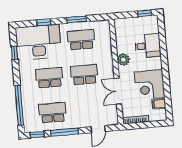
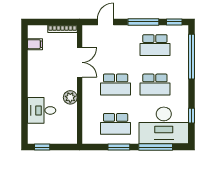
window: (44, 22) -> (156, 147), width x2.17
corner desk: (150, 85) -> (43, 67), removed

